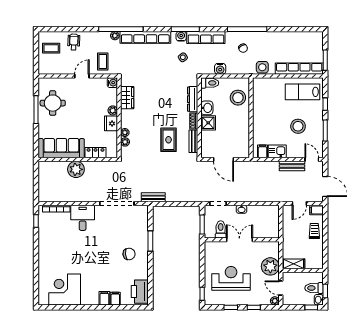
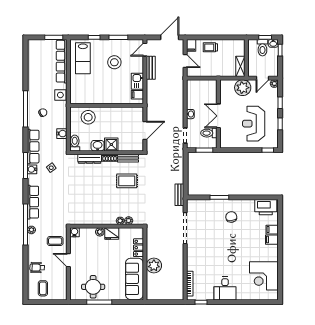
row of seats: (145, 37) -> (33, 202), width x0.73
wardrobe: (127, 98) -> (88, 219), removed
desk: (83, 218) -> (225, 288), moved, turned -90

